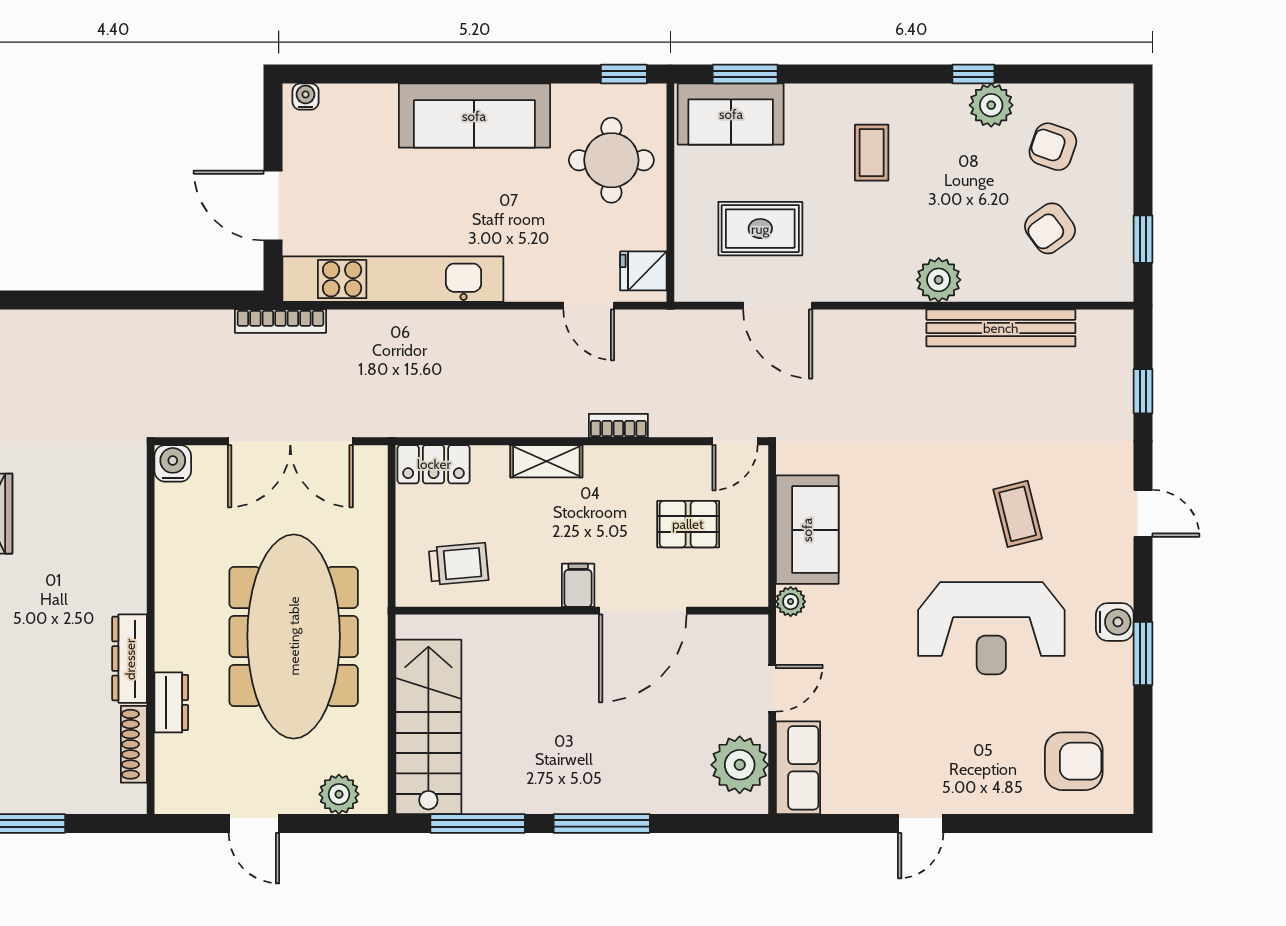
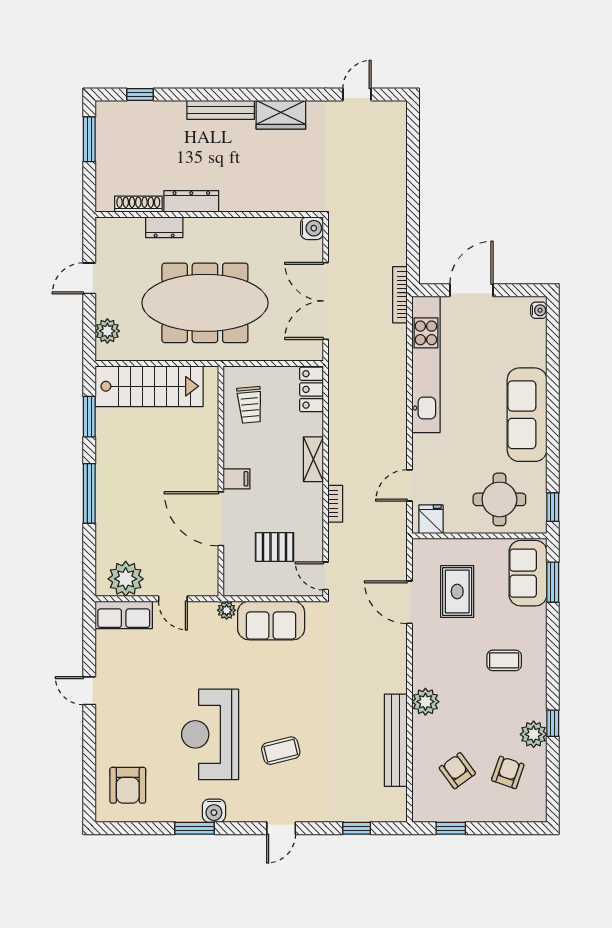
door: (778, 306) -> (410, 602), hinge flipped
pallet: (688, 524) -> (274, 547), turned 90
window: (478, 824) -> (89, 417), width x0.69

